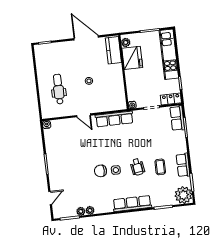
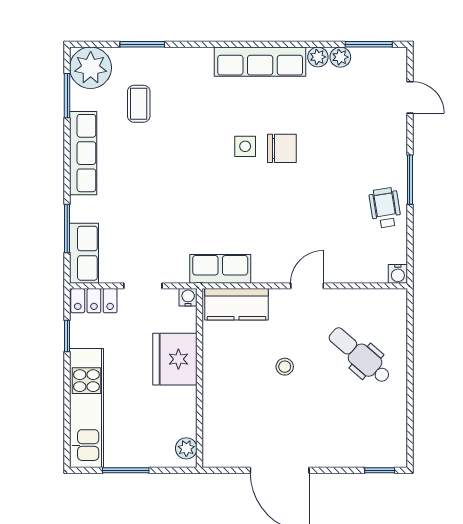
kitchen counter: (113, 50) -> (236, 304), moved, turned 90
fridge: (132, 58) -> (175, 359), moved
dental chair: (59, 89) -> (360, 355), turned 131
door: (84, 115) -> (307, 286), hinge flipped
row of seats: (114, 119) -> (220, 269), width x0.68
row of seats: (183, 165) -> (83, 153), width x1.48
wheelchair: (137, 167) -> (385, 208), moved
coffee table: (160, 167) -> (139, 104), moved
door: (50, 198) -> (410, 97), swing flipped
row of seats: (132, 204) -> (260, 62), moved

